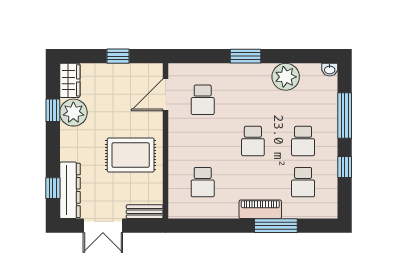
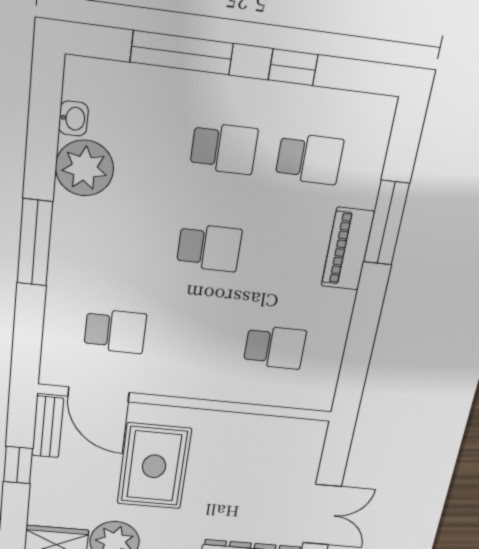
window: (245, 56) -> (35, 243), width x1.44
washbasin: (330, 70) -> (73, 118), moved
rug: (131, 155) -> (154, 466), moved
bench: (145, 212) -> (48, 427), moved

